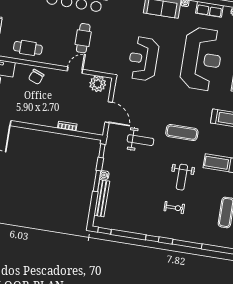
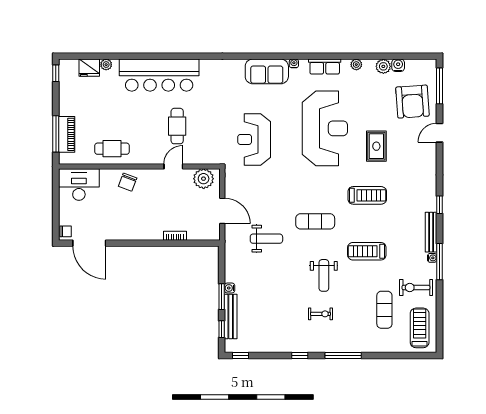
window: (102, 151) -> (222, 329), moved

